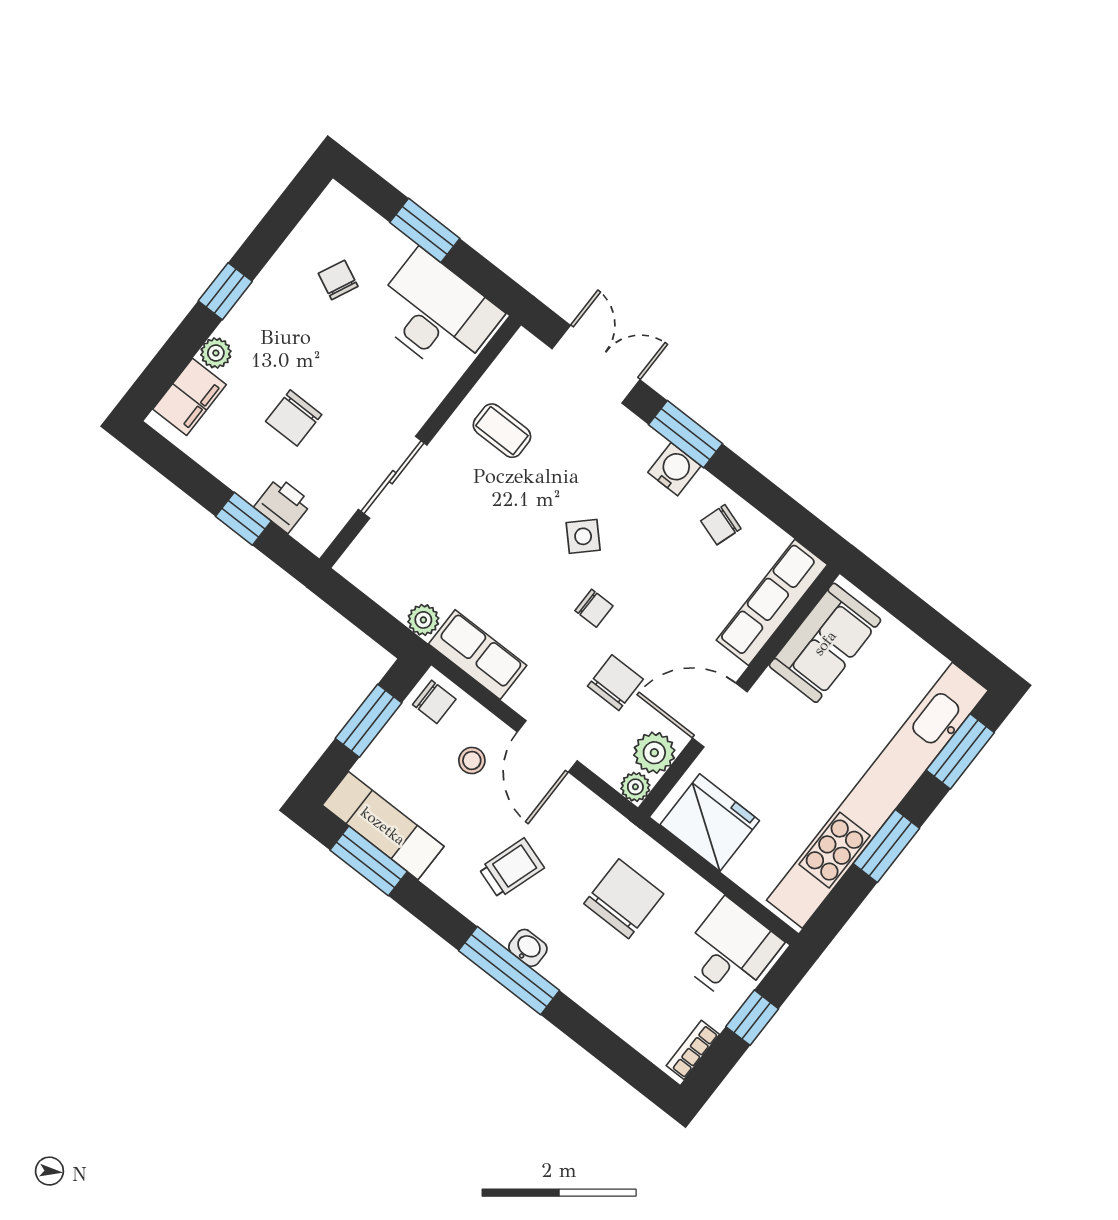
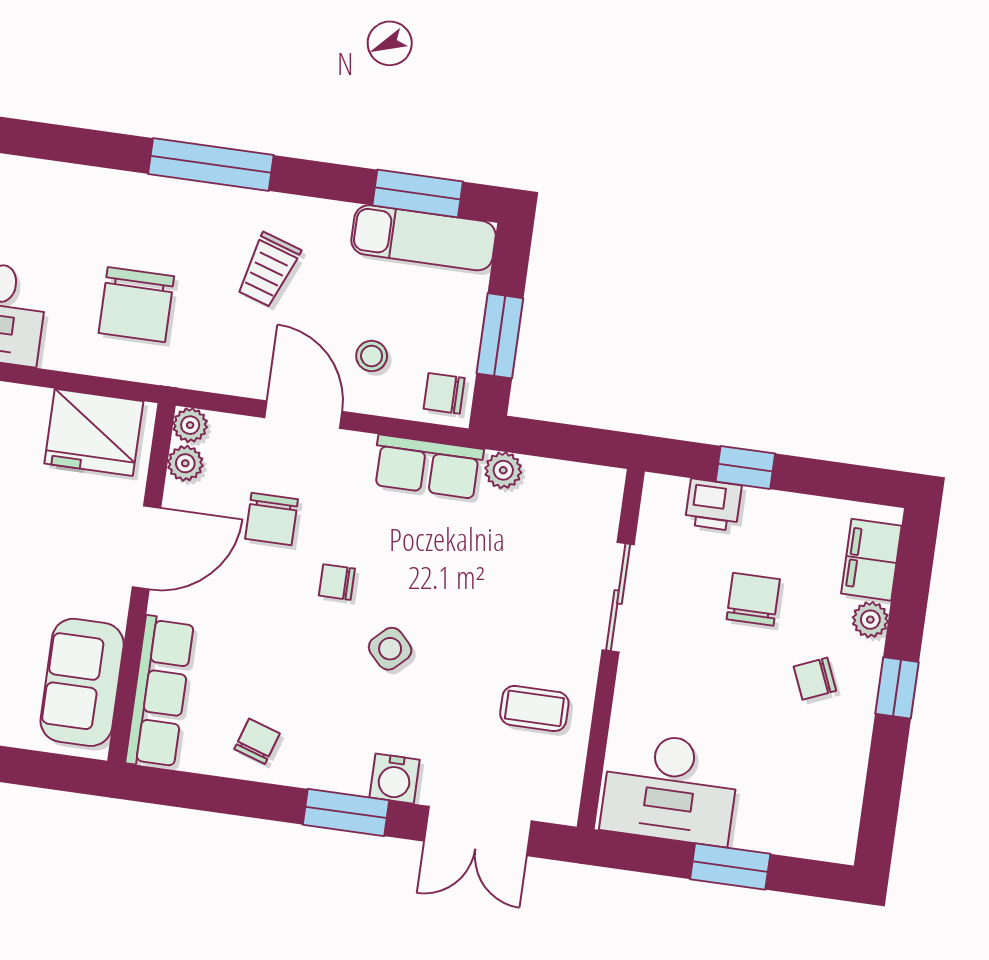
chair: (338, 280) -> (815, 679), moved, turned 132
water cooler: (674, 469) -> (395, 779), moved
plant: (654, 753) -> (185, 463), width x0.73, depth x0.73
washbasin: (528, 948) -> (205, 199), removed

